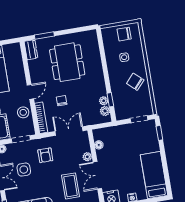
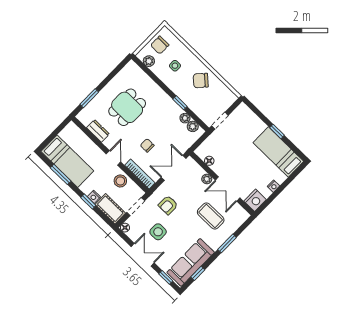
plant: (108, 40) -> (149, 61), added
dresser: (31, 50) -> (98, 131), moved
dining table: (67, 62) -> (127, 107), width x0.73
window: (110, 100) -> (180, 103), moved
doorway: (139, 119) -> (220, 121), moved
window: (159, 133) -> (277, 131), moved
armchair: (45, 155) -> (168, 205), turned 90

